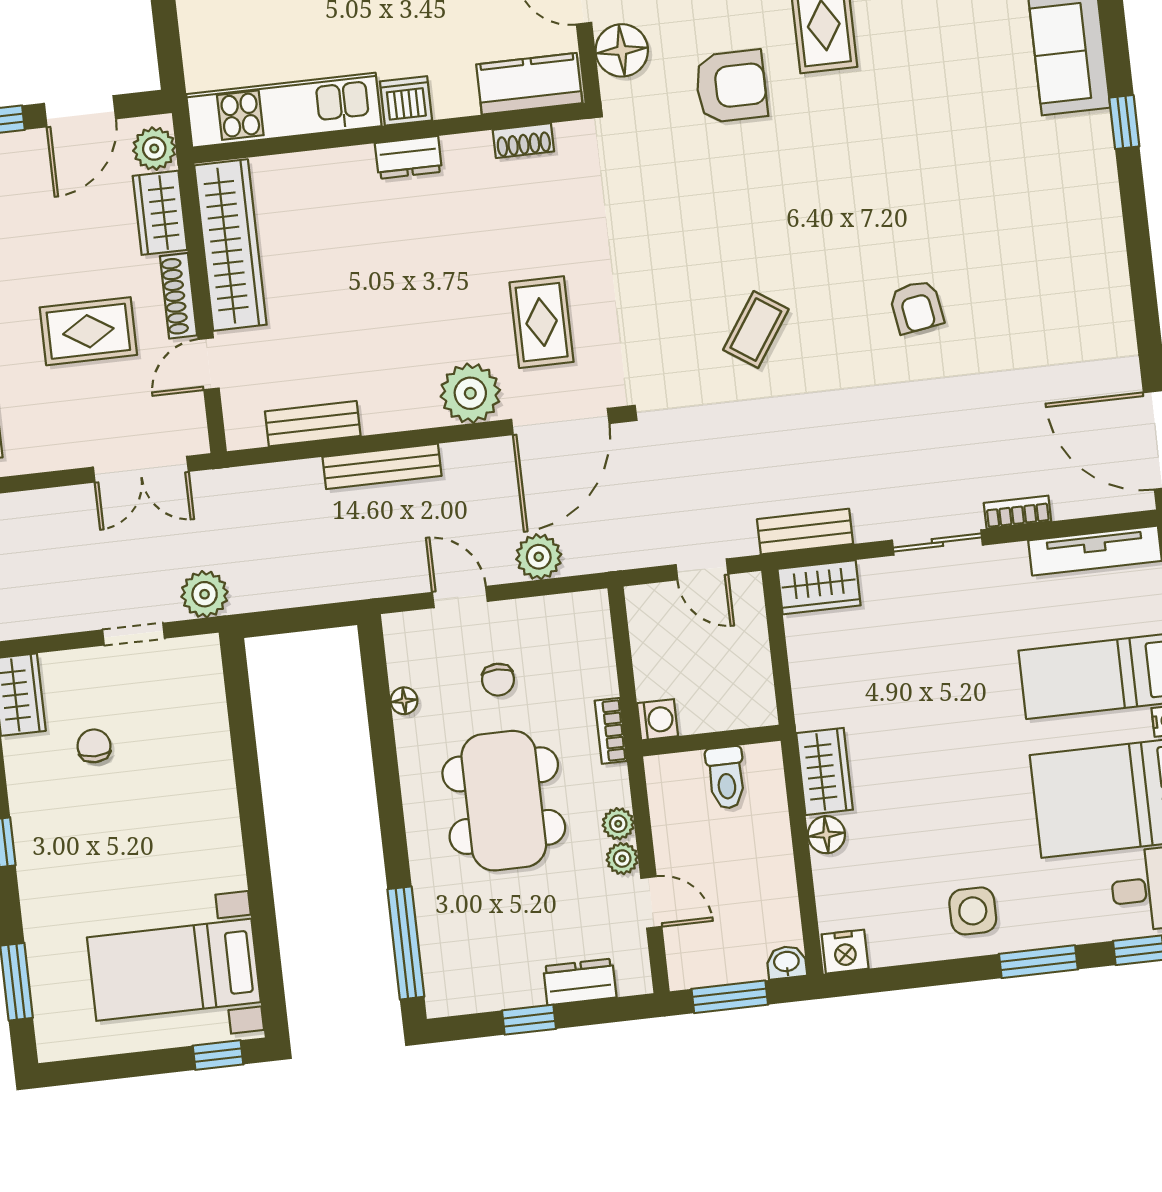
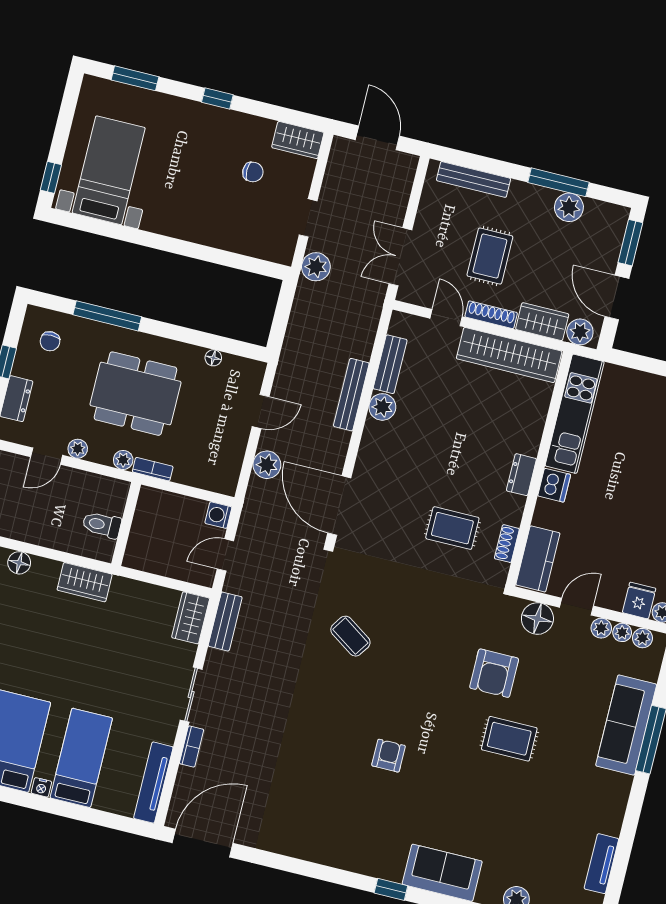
armchair: (917, 307) -> (388, 756), moved, turned 99
rug: (542, 322) -> (452, 528), moved
plant: (470, 393) -> (382, 407), moved, width x0.73, depth x0.73
chair: (498, 680) -> (50, 341), moved, turned -90
washing machine: (658, 720) -> (218, 515), moved, turned 90
plant: (618, 824) -> (123, 460), moved
floor lamp: (826, 835) -> (19, 563), moved
window: (406, 943) -> (107, 316), moved

